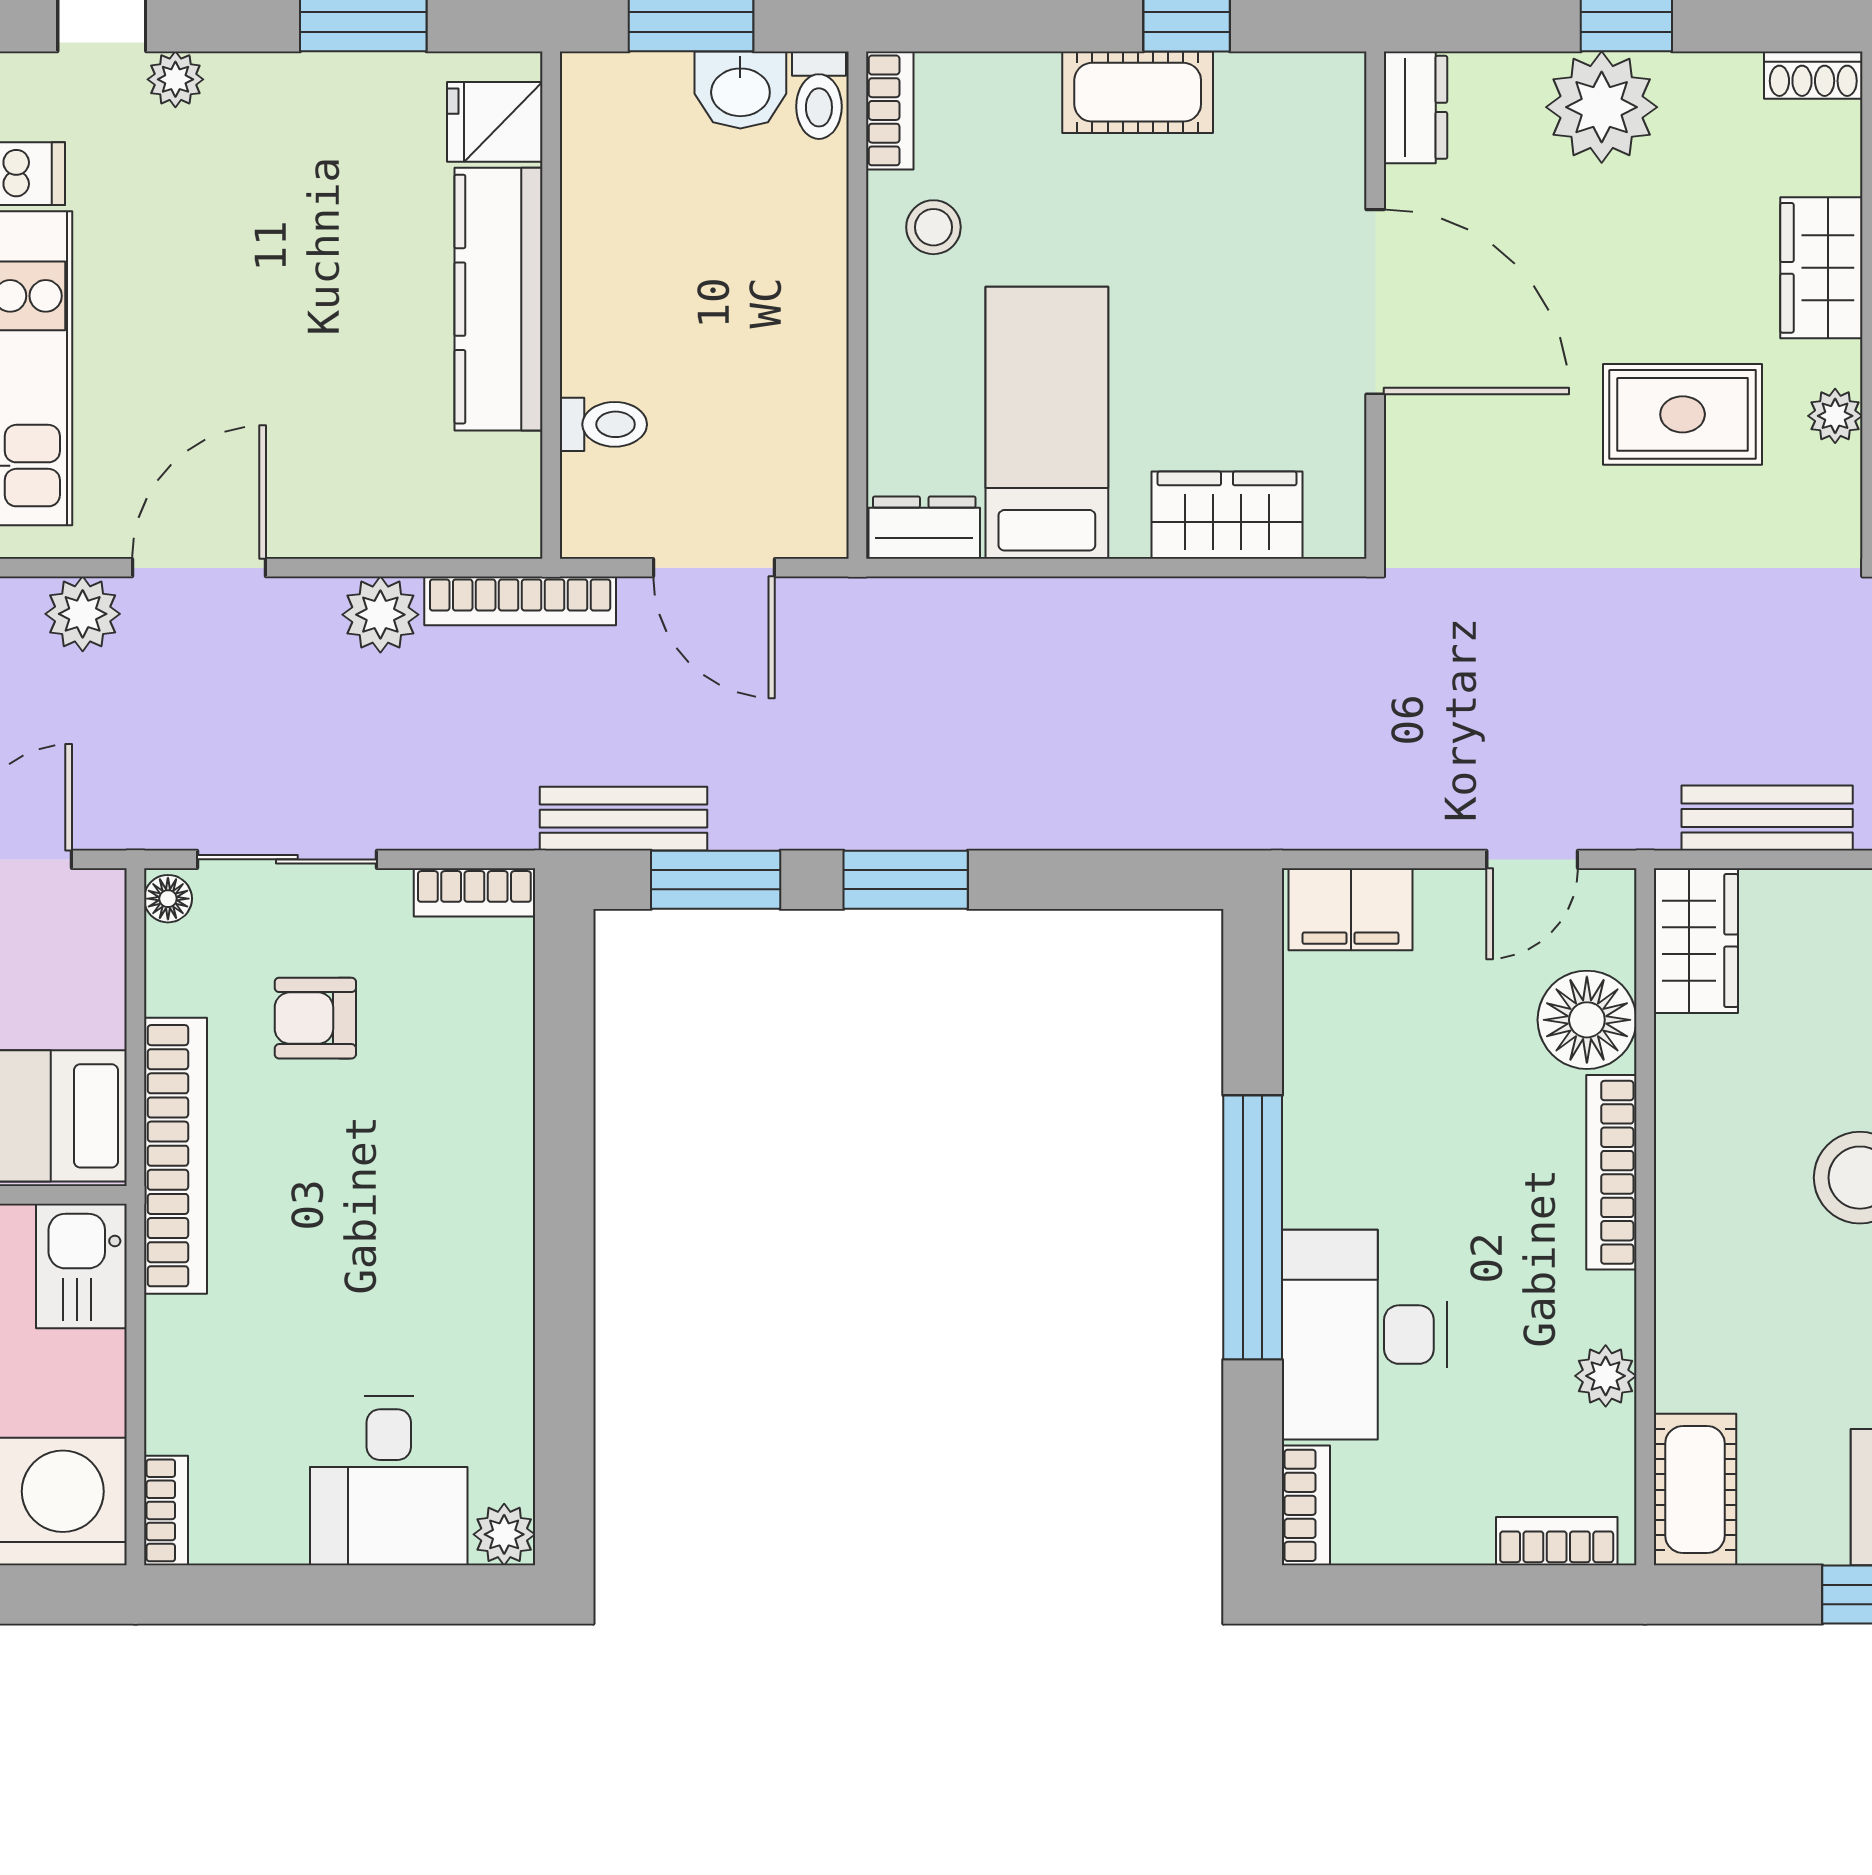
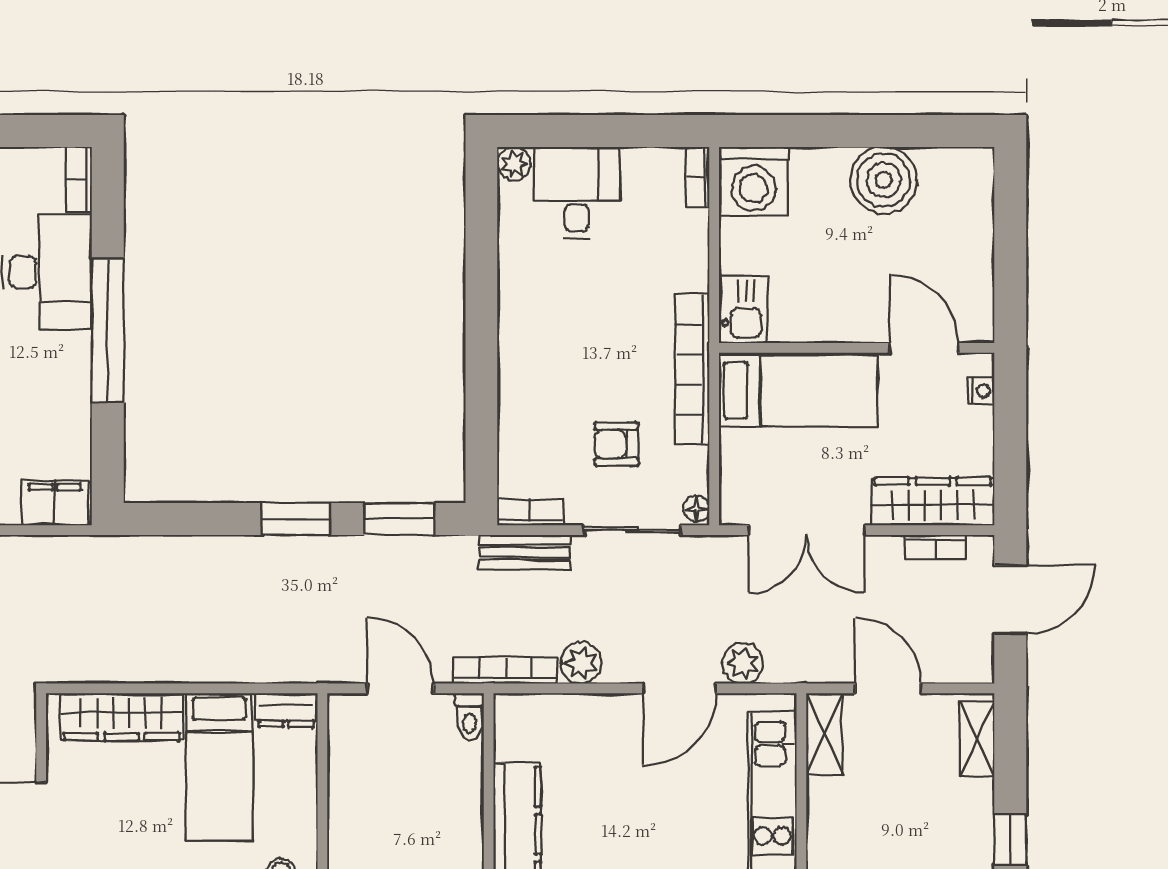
toilet: (603, 424) -> (469, 717), moved, turned -90
wardrobe: (1227, 515) -> (122, 717), width x1.50
bench: (623, 819) -> (525, 552), moved
armchair: (315, 1018) -> (616, 444), turned 180

